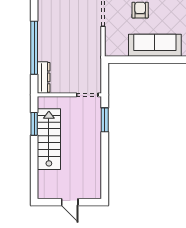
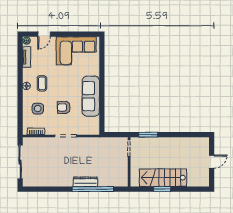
dresser: (44, 77) -> (85, 182), moved
window: (34, 124) -> (162, 189), moved

